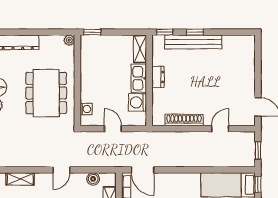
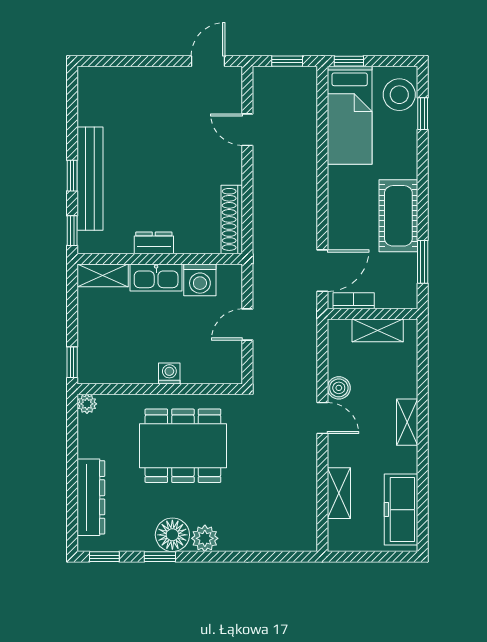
washing machine: (86, 109) -> (169, 373), moved
shoe rack: (184, 120) -> (232, 219), moved
boiler: (93, 179) -> (339, 388), moved

